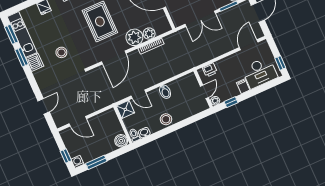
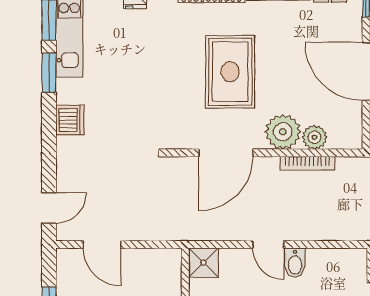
stool: (61, 52) -> (130, 98), removed
dishwasher: (35, 62) -> (70, 120), moved
door: (138, 94) -> (268, 244), moved
door: (44, 106) -> (49, 208), moved

